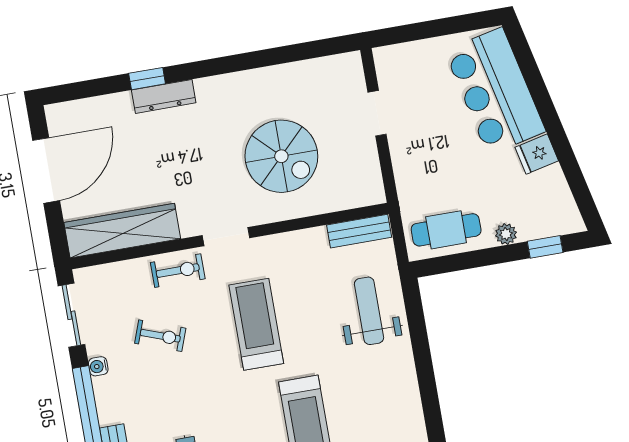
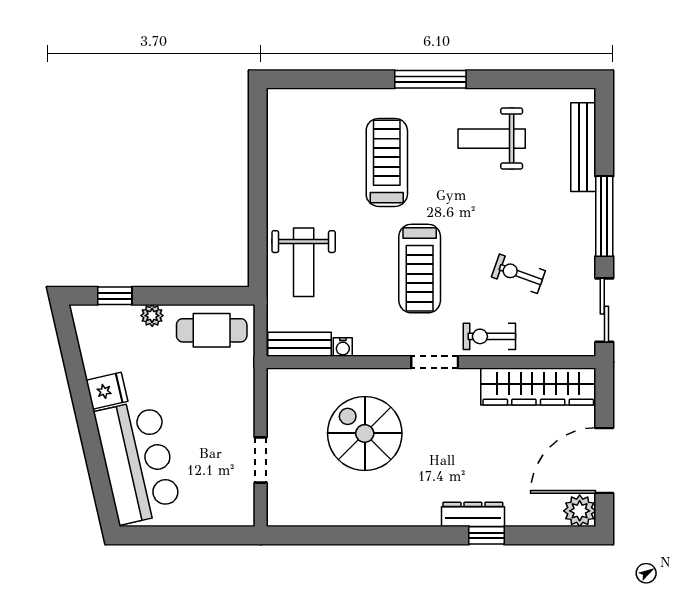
plant: (61, 118) -> (580, 511), added
water cooler: (98, 366) -> (343, 347), moved, turned 90

